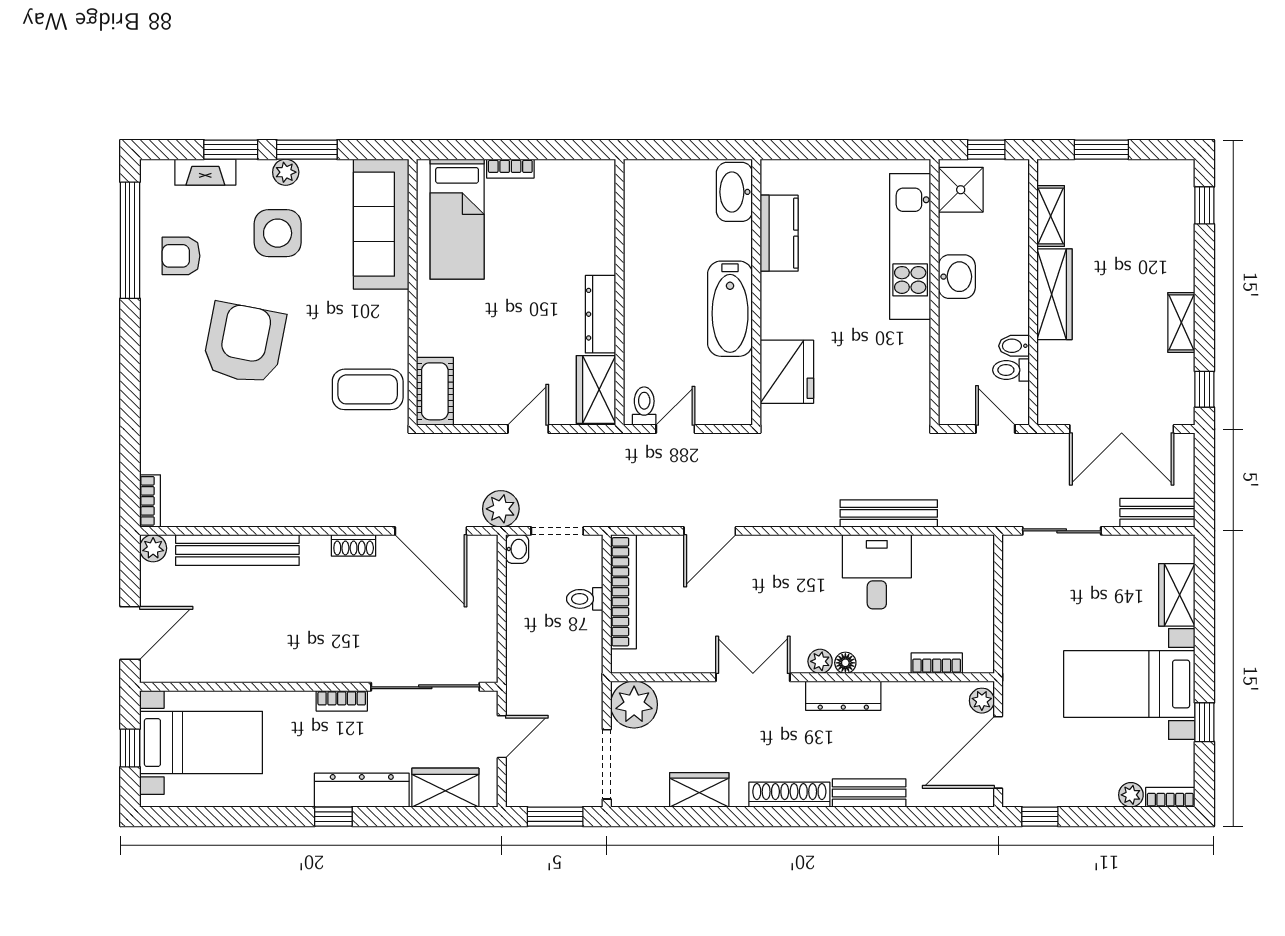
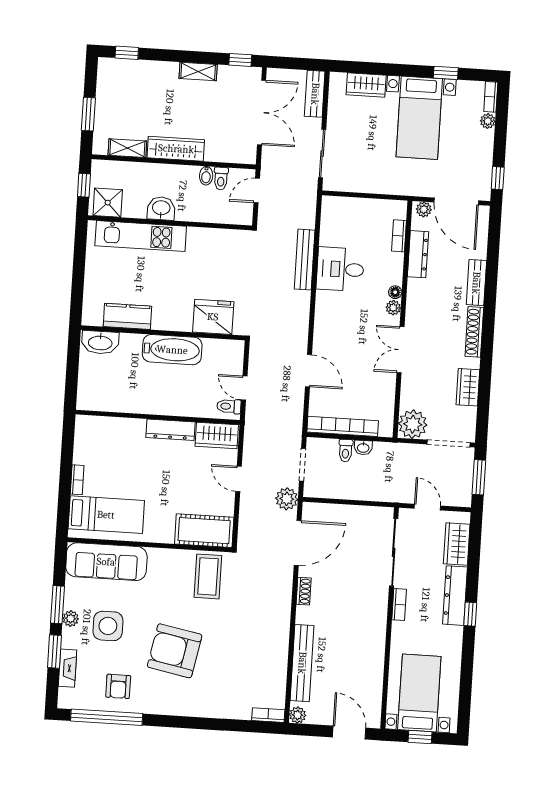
cot: (435, 391) -> (204, 531), width x1.37, depth x1.34
washbasin: (517, 549) -> (363, 448), moved, turned 180
dresser: (843, 696) -> (418, 254), moved

